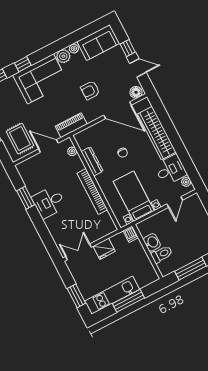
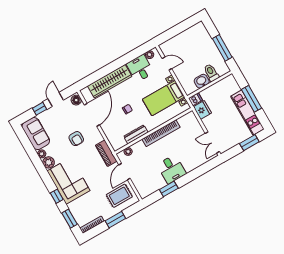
fridge: (104, 249) -> (202, 110), moved

